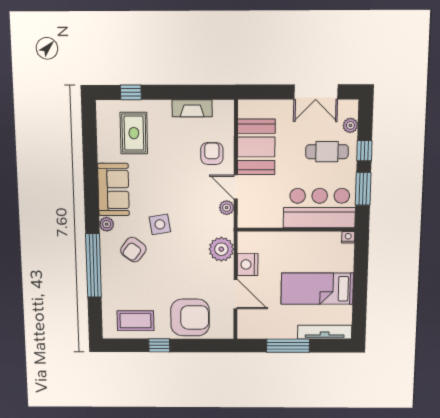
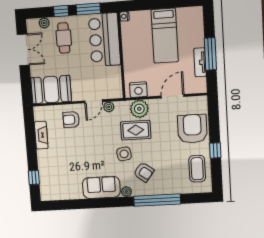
rug: (134, 133) -> (136, 130), moved
booth: (256, 147) -> (51, 90), moved
nightstand: (248, 264) -> (138, 90), moved
tv unit: (325, 332) -> (200, 62), moved, width x0.71

